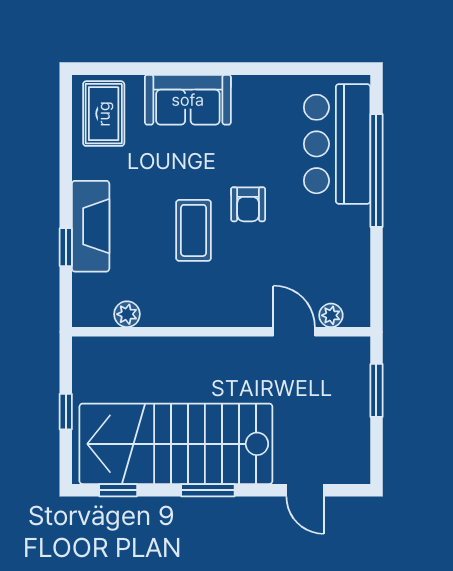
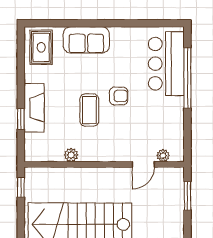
armchair: (248, 204) -> (119, 96), turned -90
plant: (127, 314) -> (71, 155), moved
door: (294, 332) -> (143, 164), swing flipped
window: (66, 412) -> (21, 187), moved

